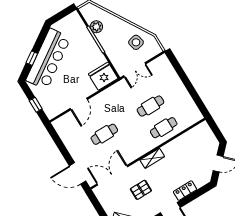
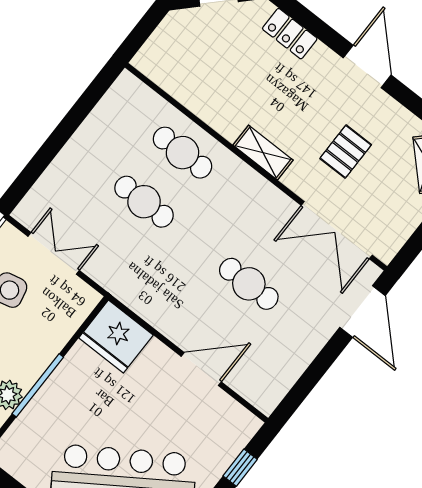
double door: (135, 70) -> (54, 253), moved
pallet: (141, 190) -> (346, 152), turned 90
locker: (185, 191) -> (290, 34), moved

